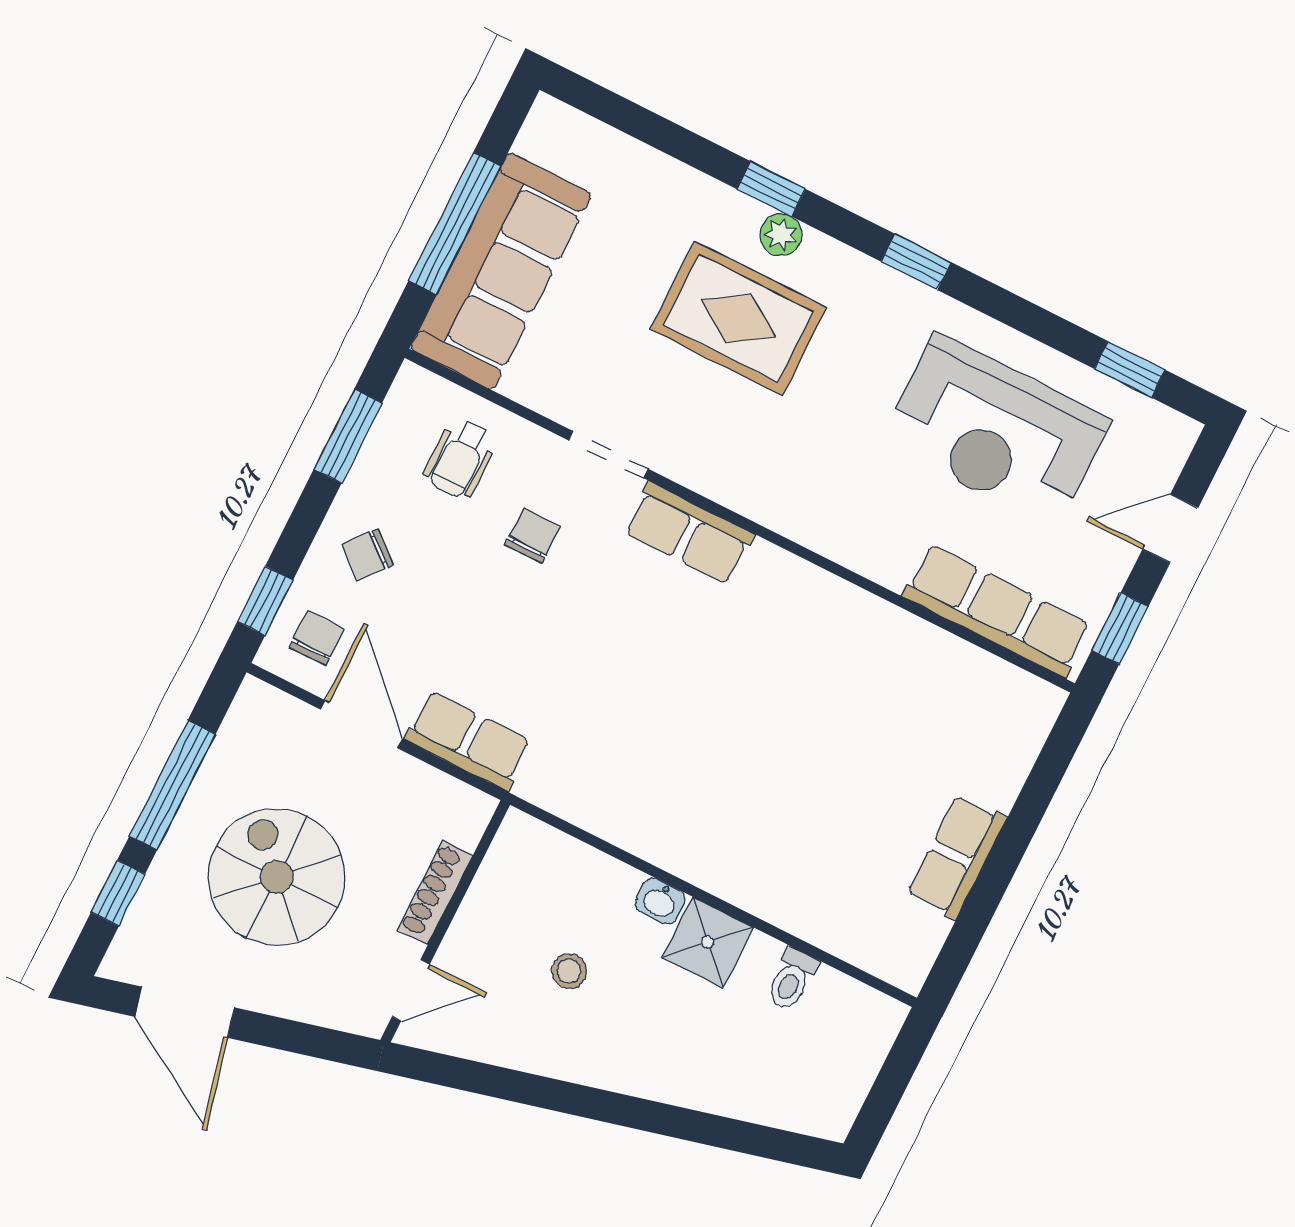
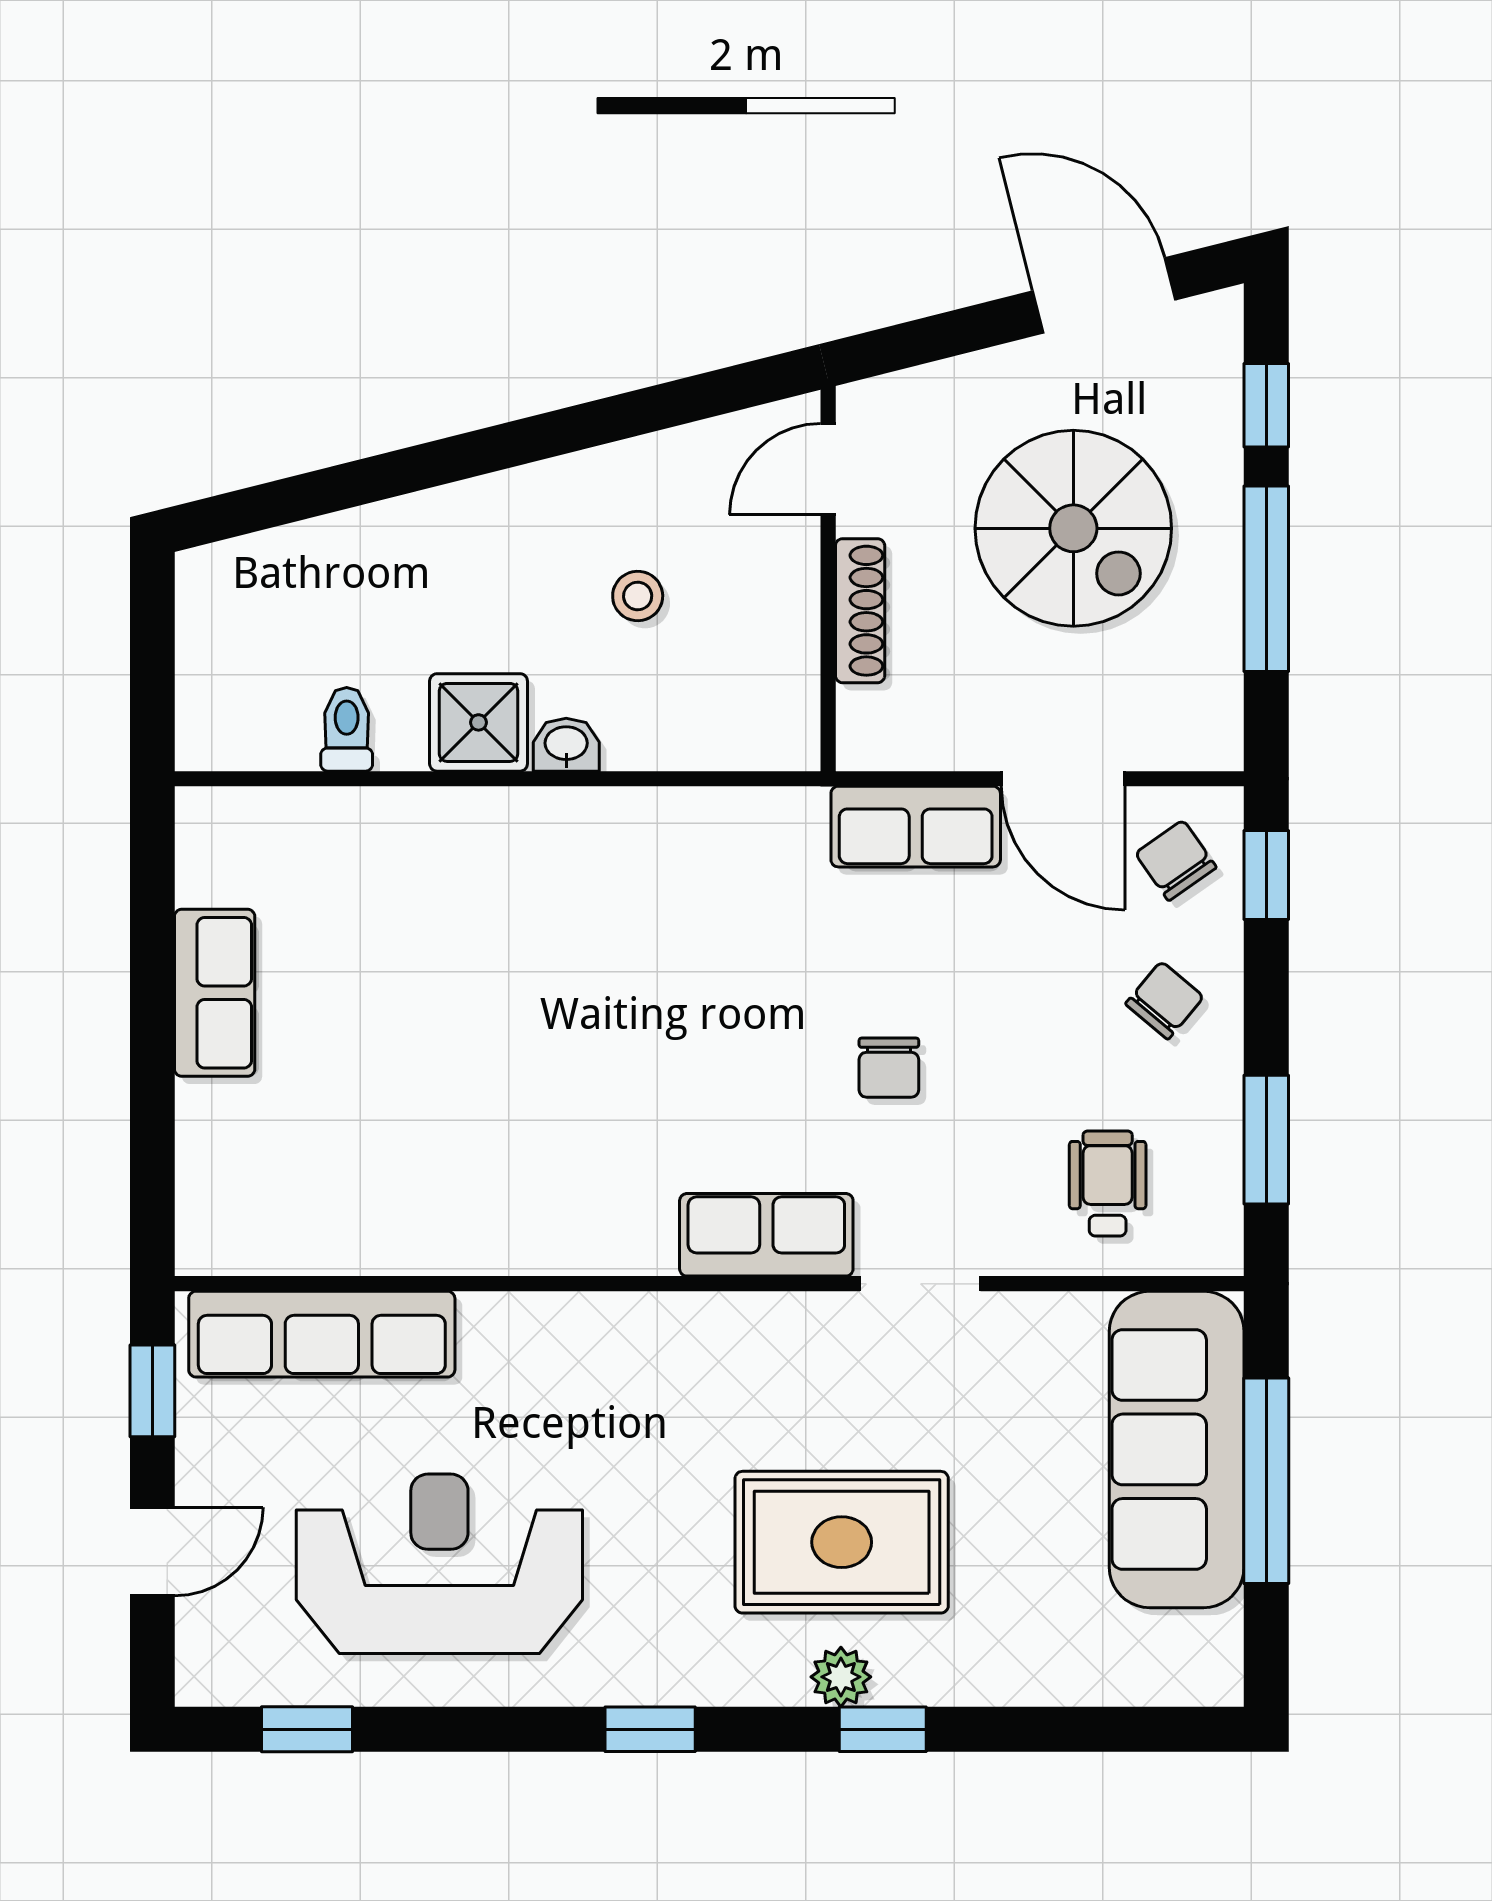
chair: (533, 536) -> (889, 1068), moved
chair: (317, 638) -> (1176, 860), turned 145

